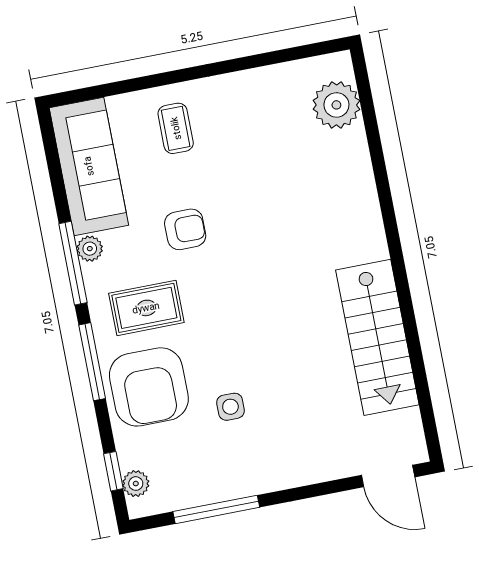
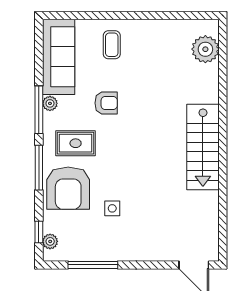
stairs: (377, 337) -> (203, 147), moved

